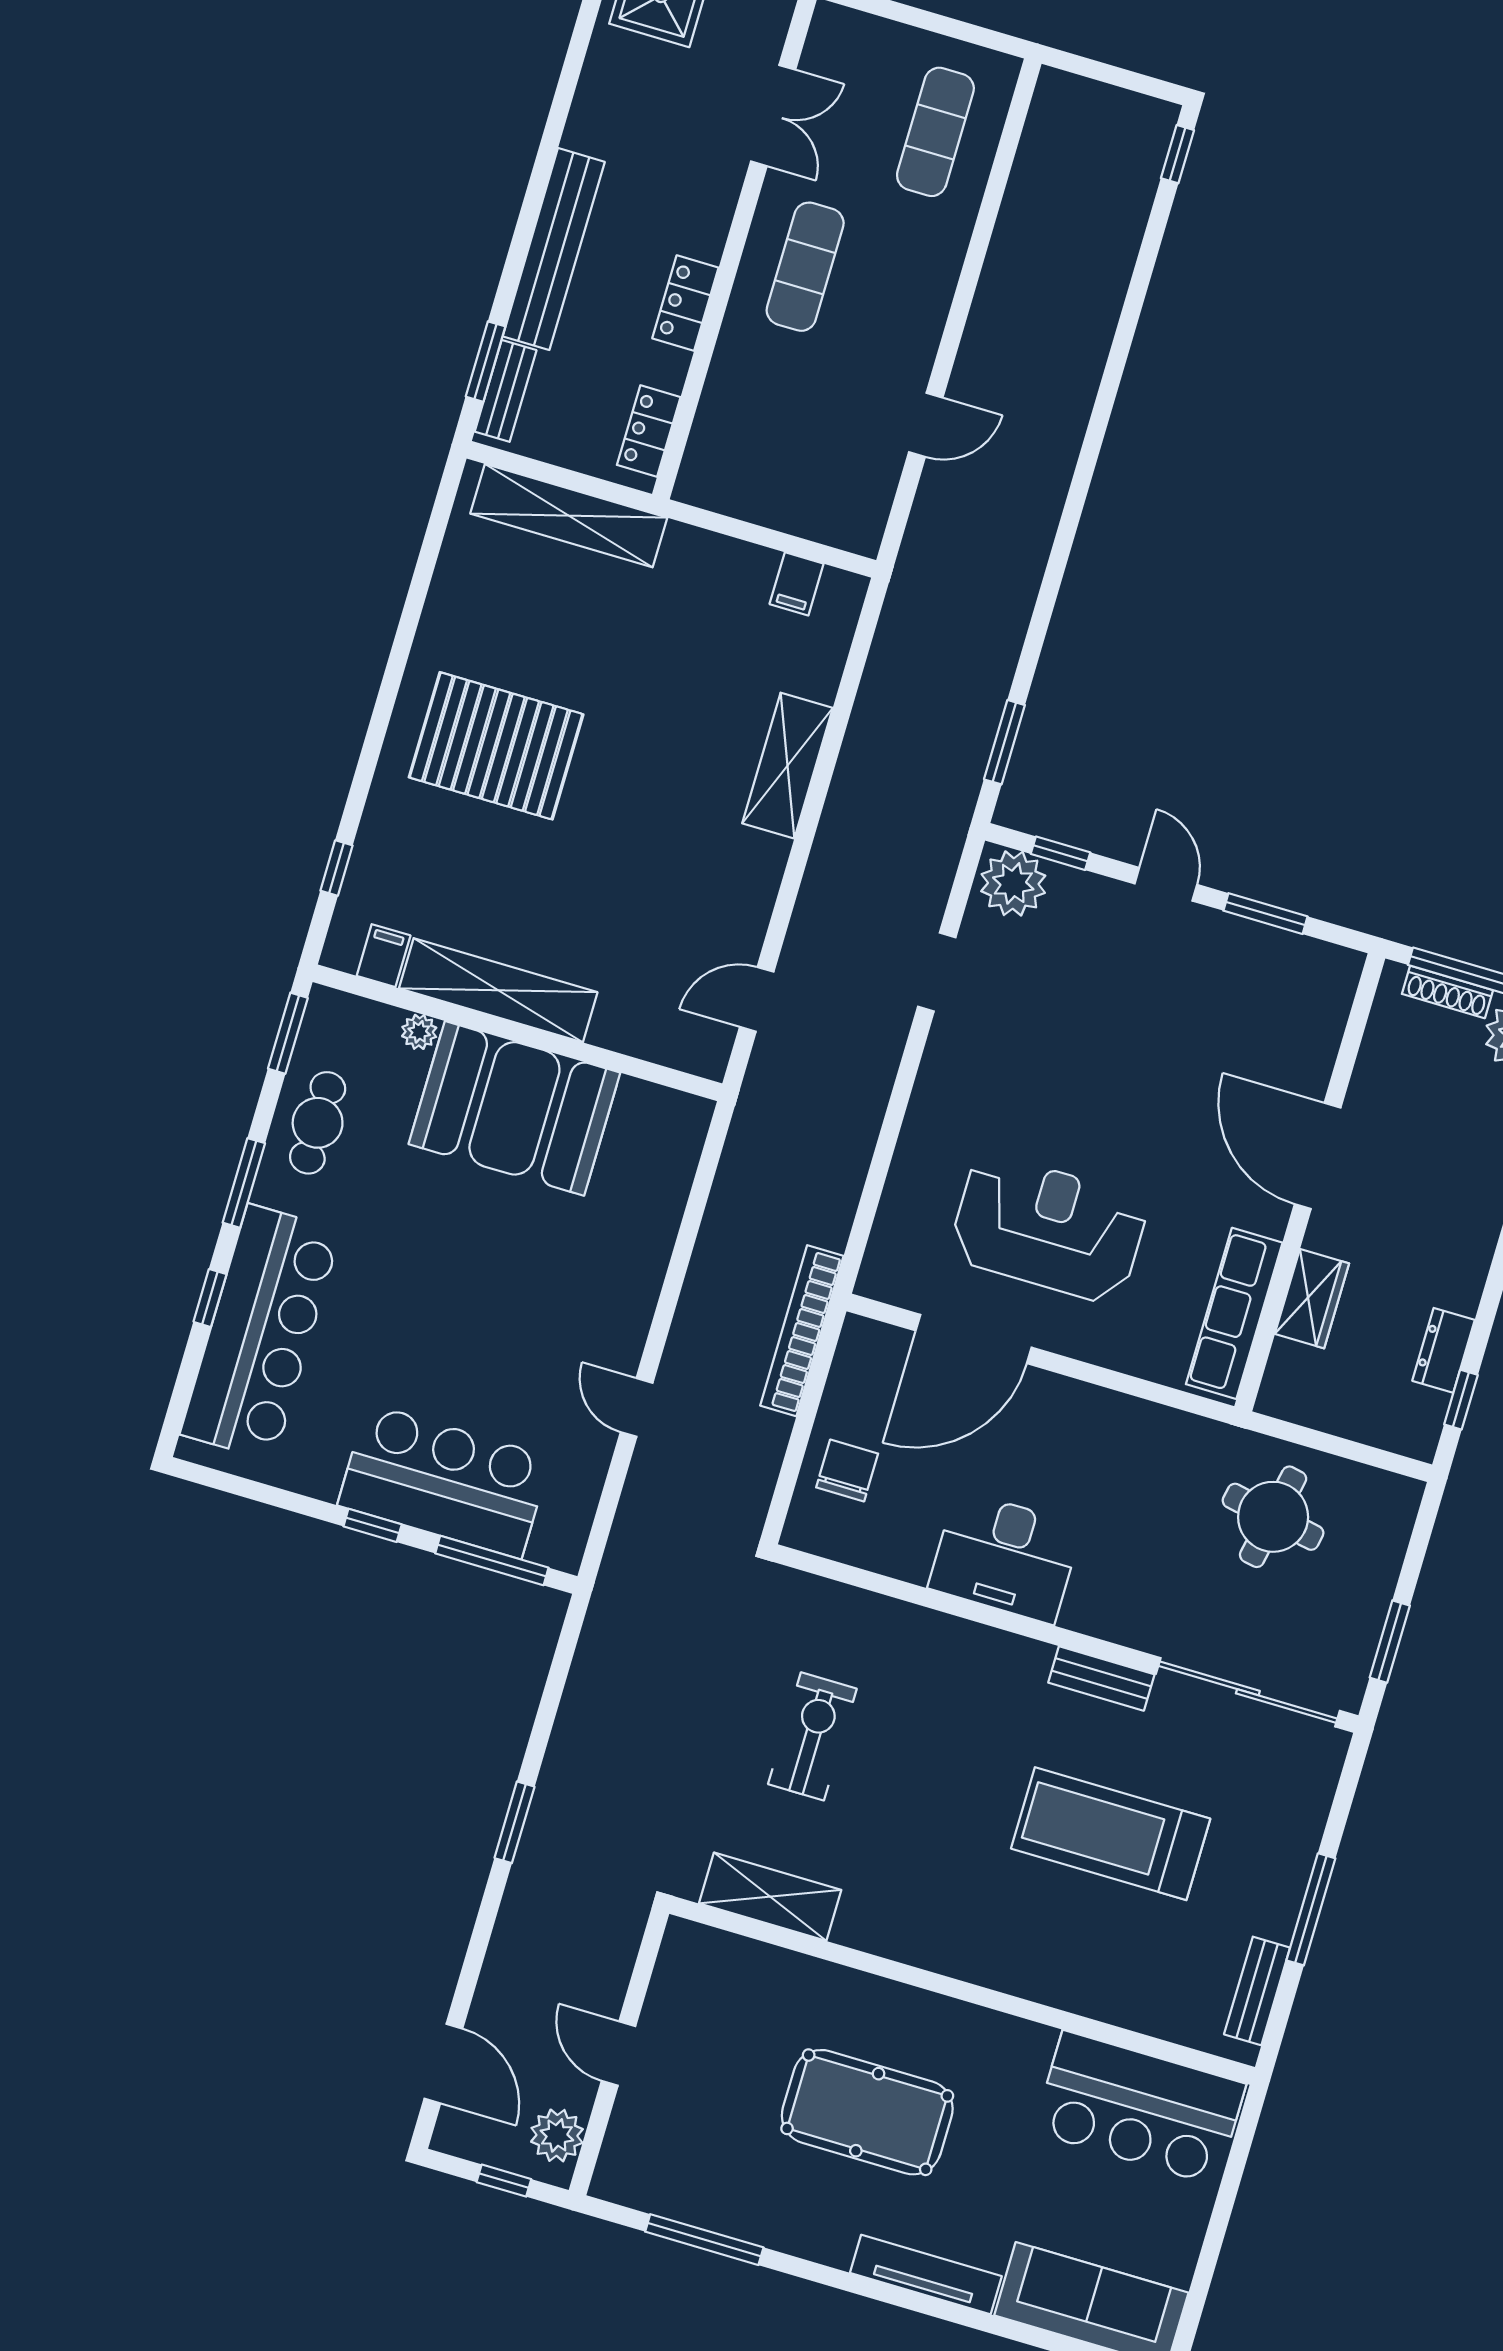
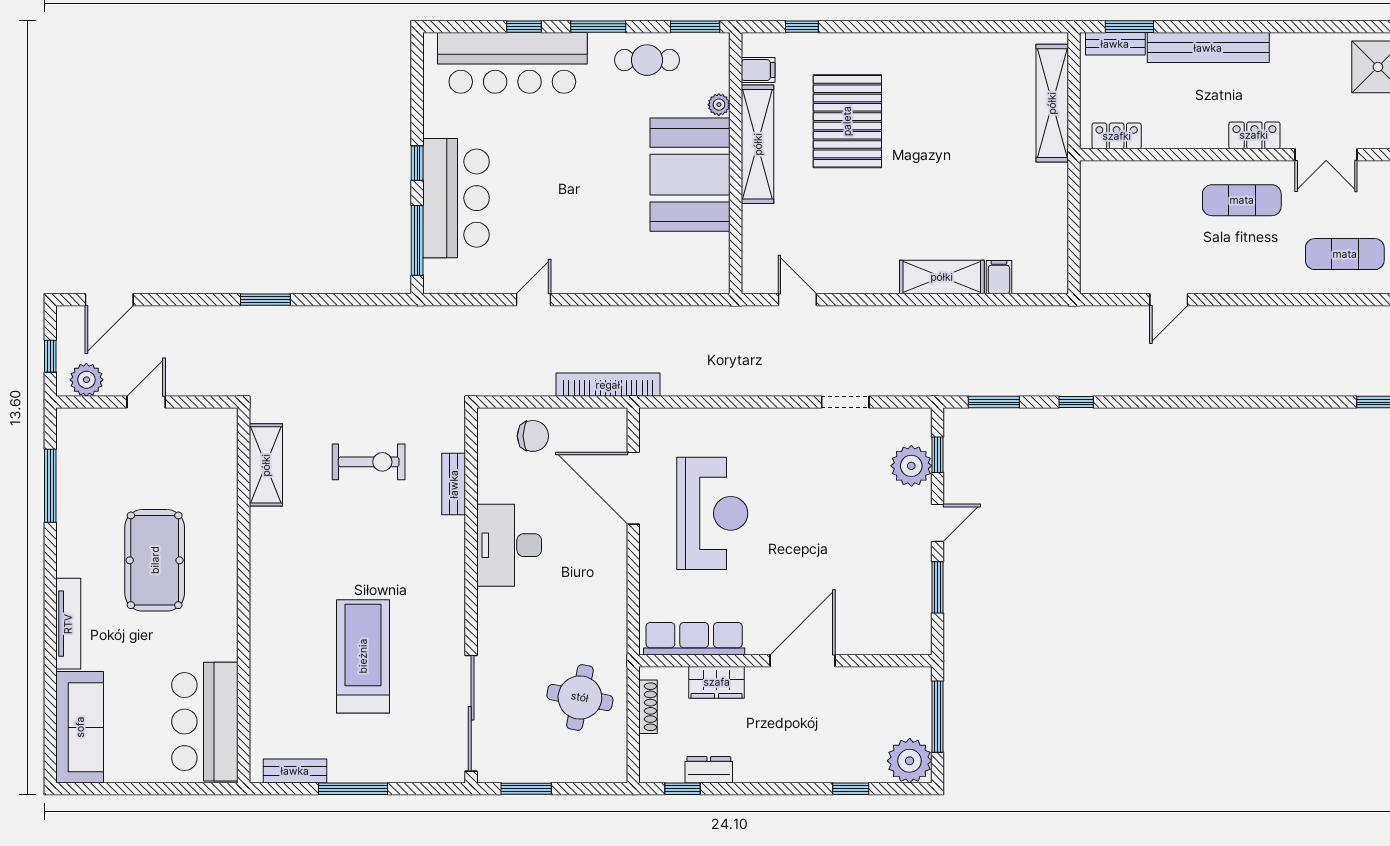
locker: (685, 303) -> (1254, 135), moved
door: (926, 425) -> (1169, 300), hinge flipped
filing cabinet: (797, 584) -> (999, 277), moved, turned 90
window: (1042, 615) -> (1076, 402), added
pallet: (496, 746) -> (847, 121), moved
plant: (1013, 883) -> (911, 466), moved
shoe rack: (1447, 992) -> (648, 707), moved, turned 180
bench: (1101, 1678) -> (454, 484), moved

